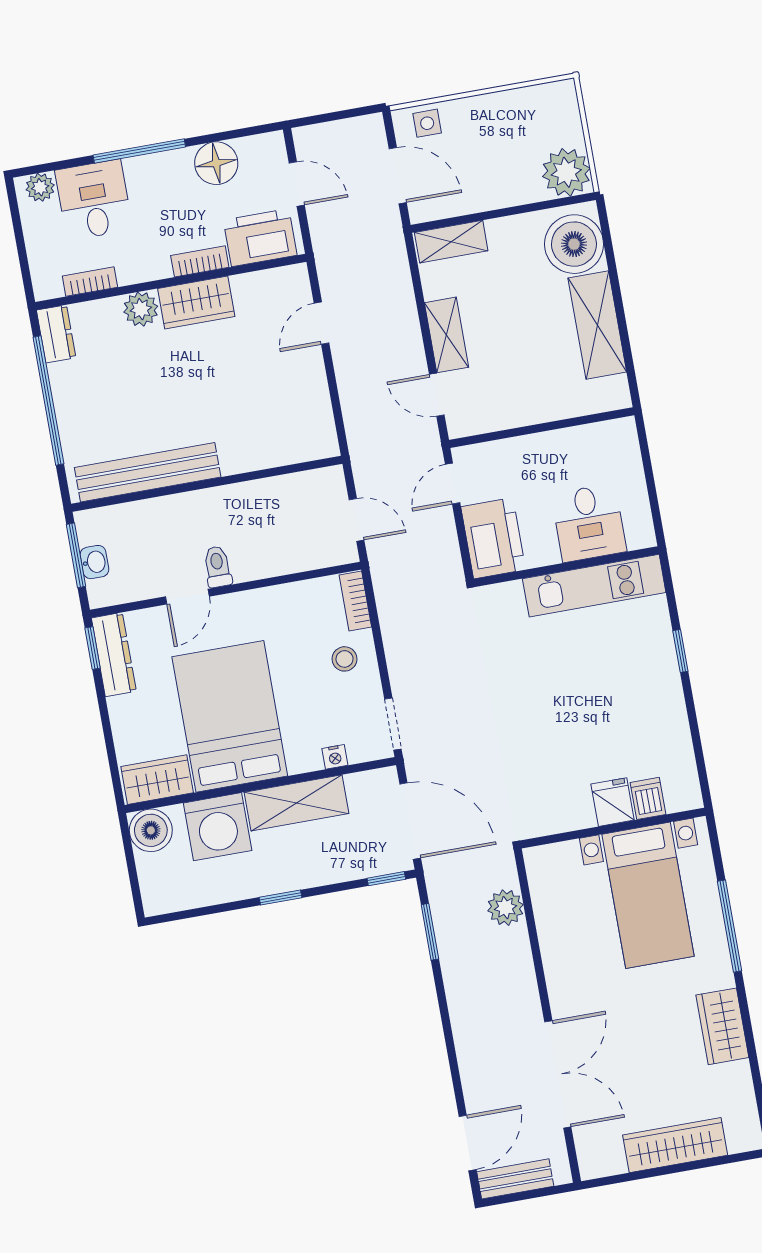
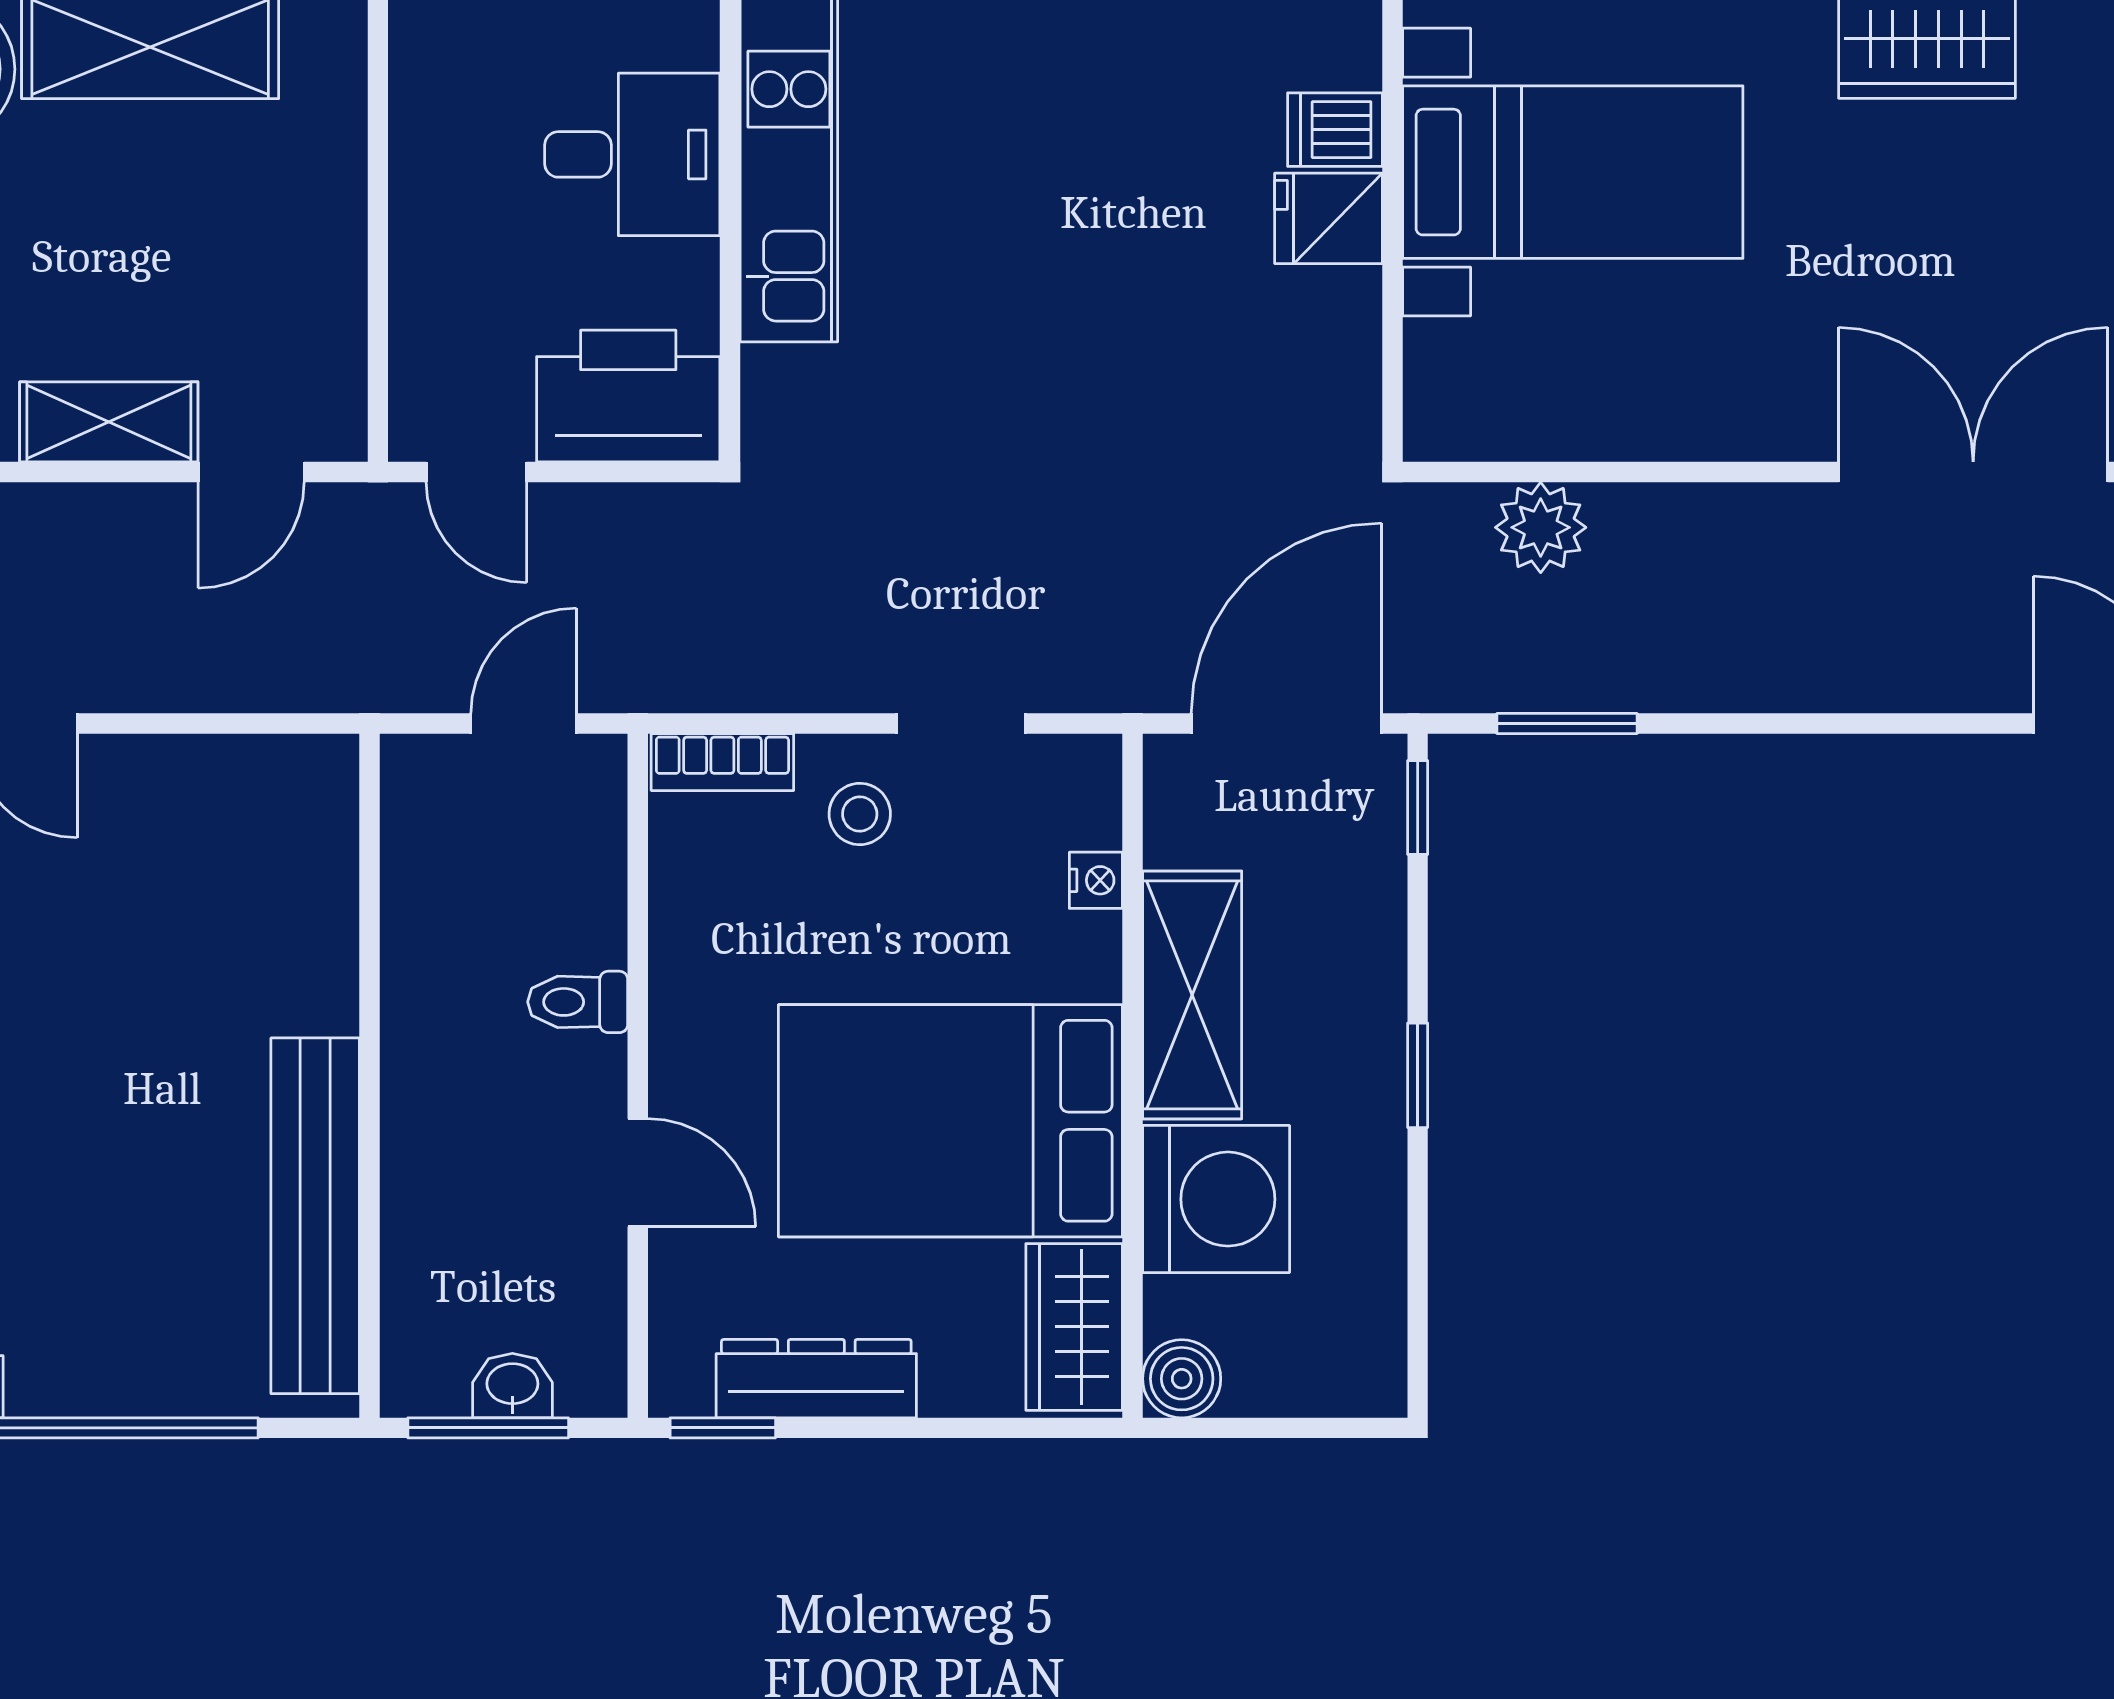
toilet: (218, 567) -> (578, 1002), moved
dresser: (114, 655) -> (816, 1379), moved
doorway: (393, 724) -> (961, 724), moved
boiler: (151, 830) -> (1182, 1379), width x0.73, depth x0.73

